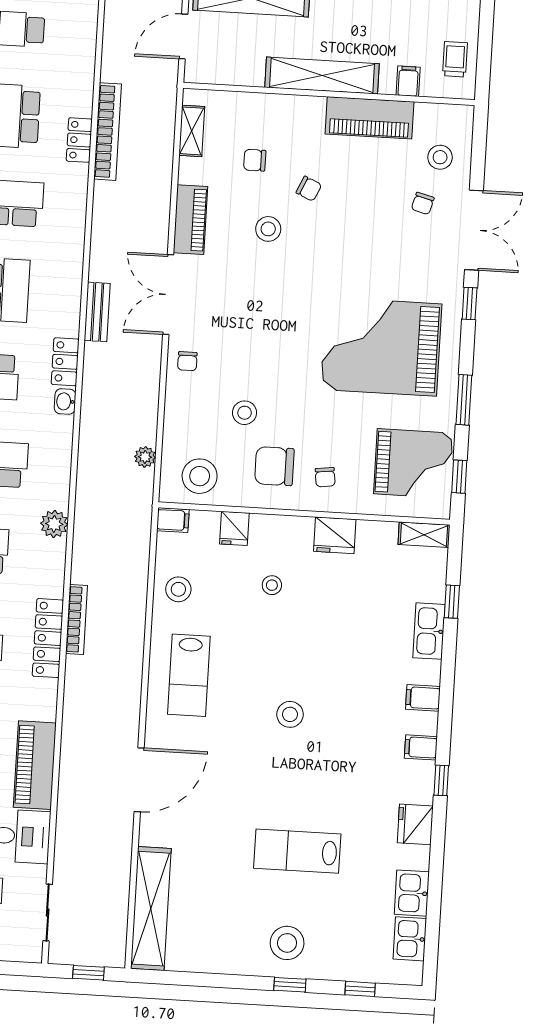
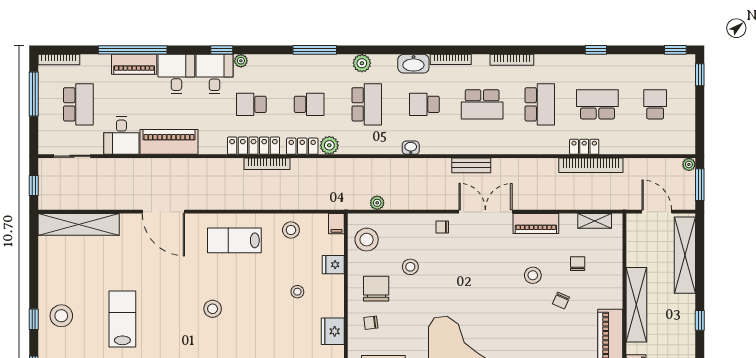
locker: (65, 362) -> (302, 146), moved

